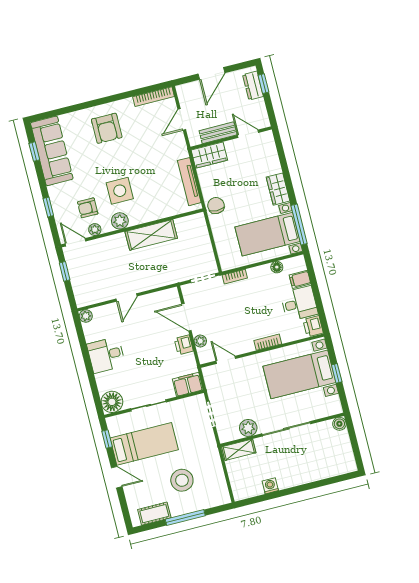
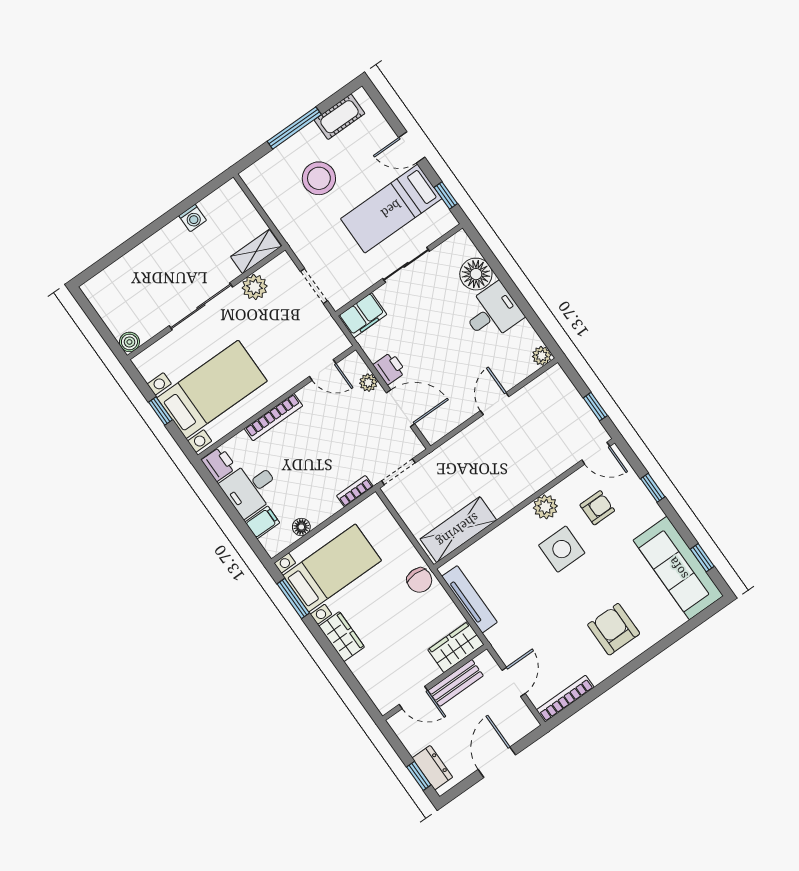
window: (299, 225) -> (293, 598), width x0.69
plant: (95, 230) -> (576, 481), removed
shelving: (151, 235) -> (458, 530), moved
bookcase: (268, 342) -> (274, 417), width x1.56
floor lamp: (112, 402) -> (476, 274), moved

